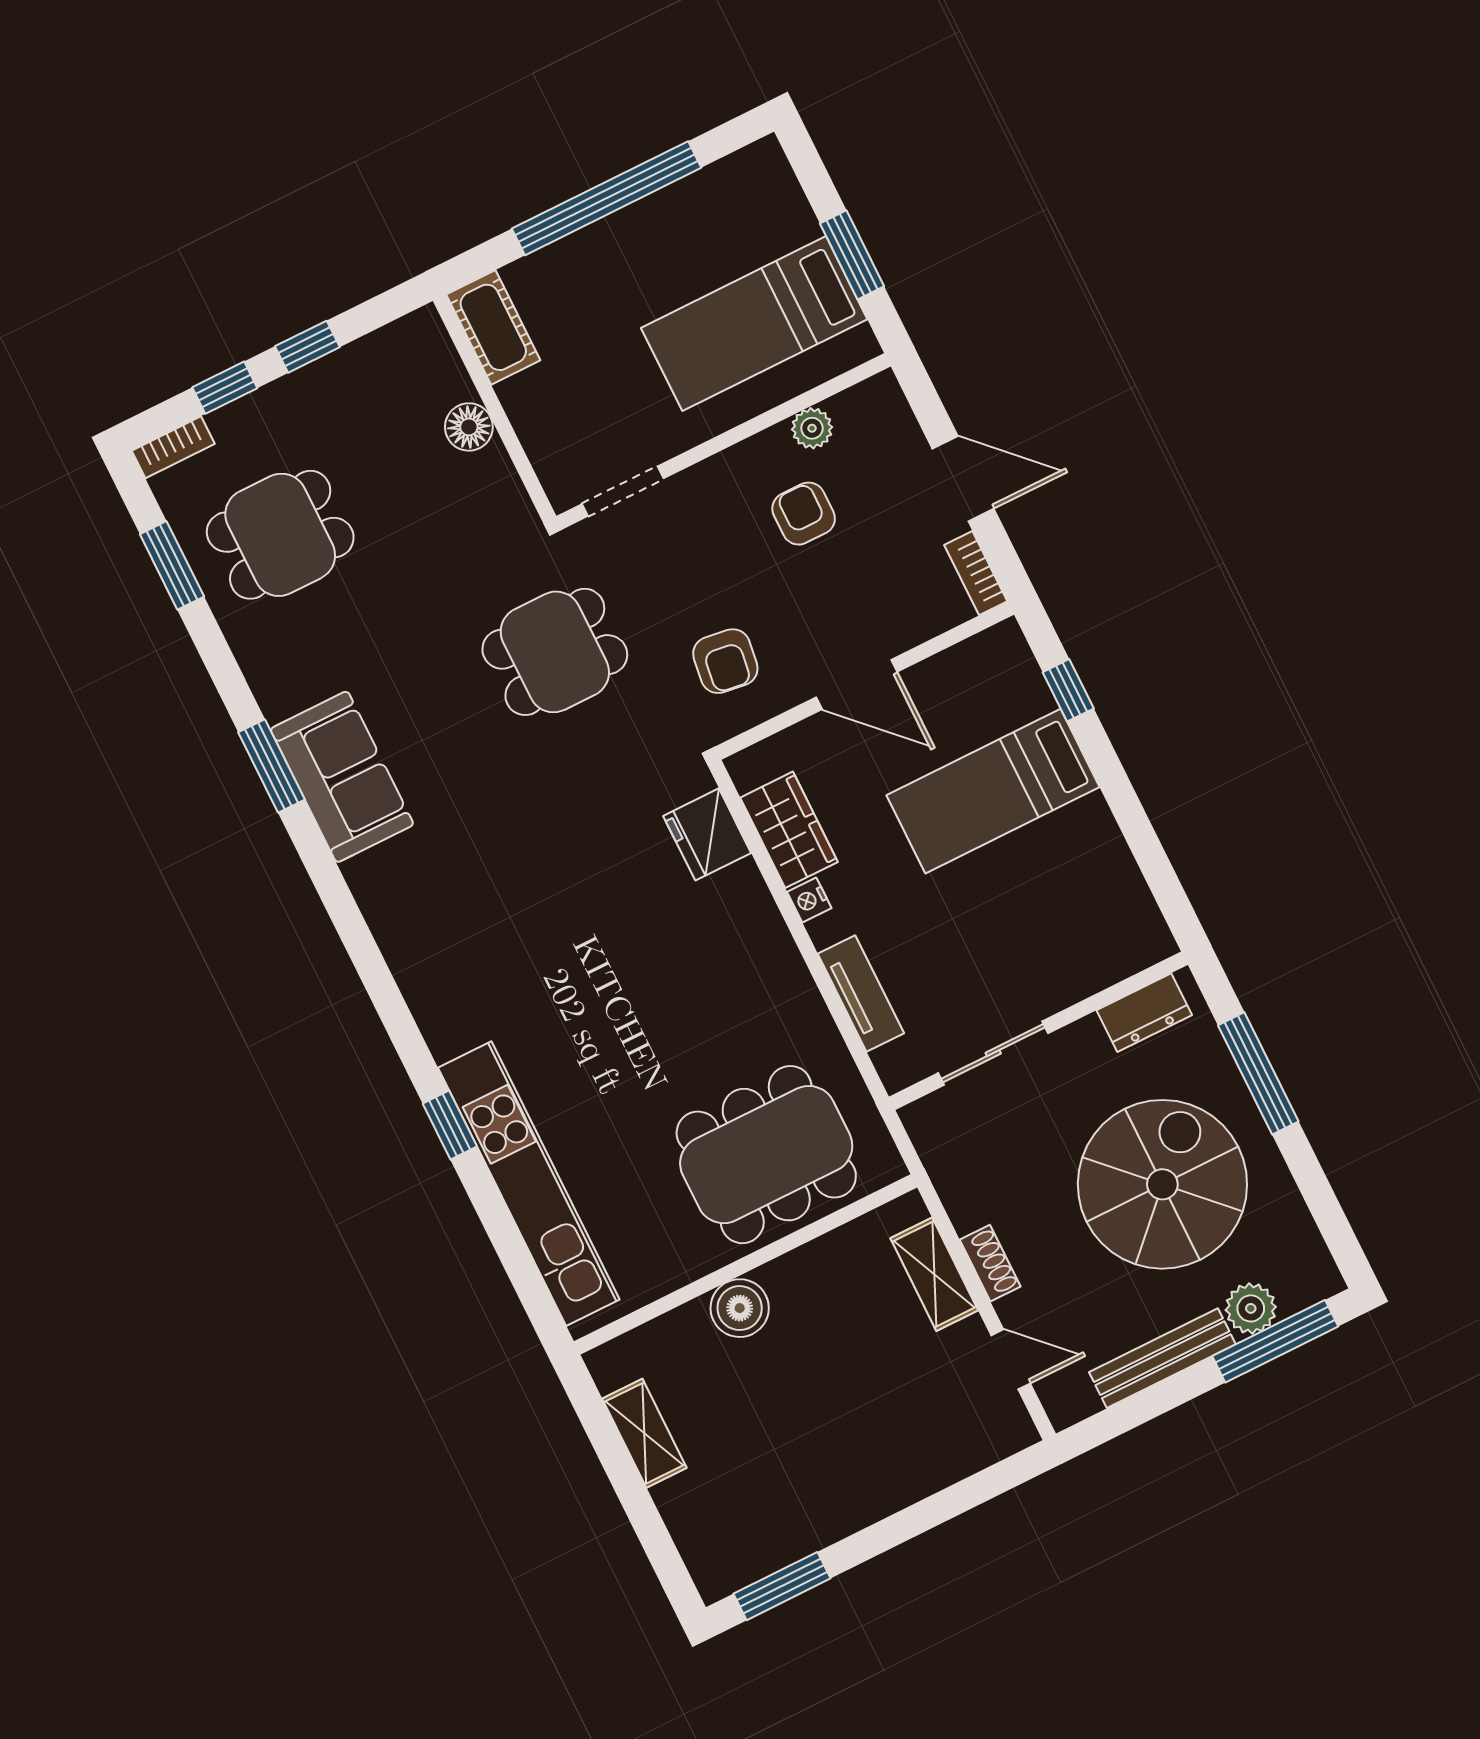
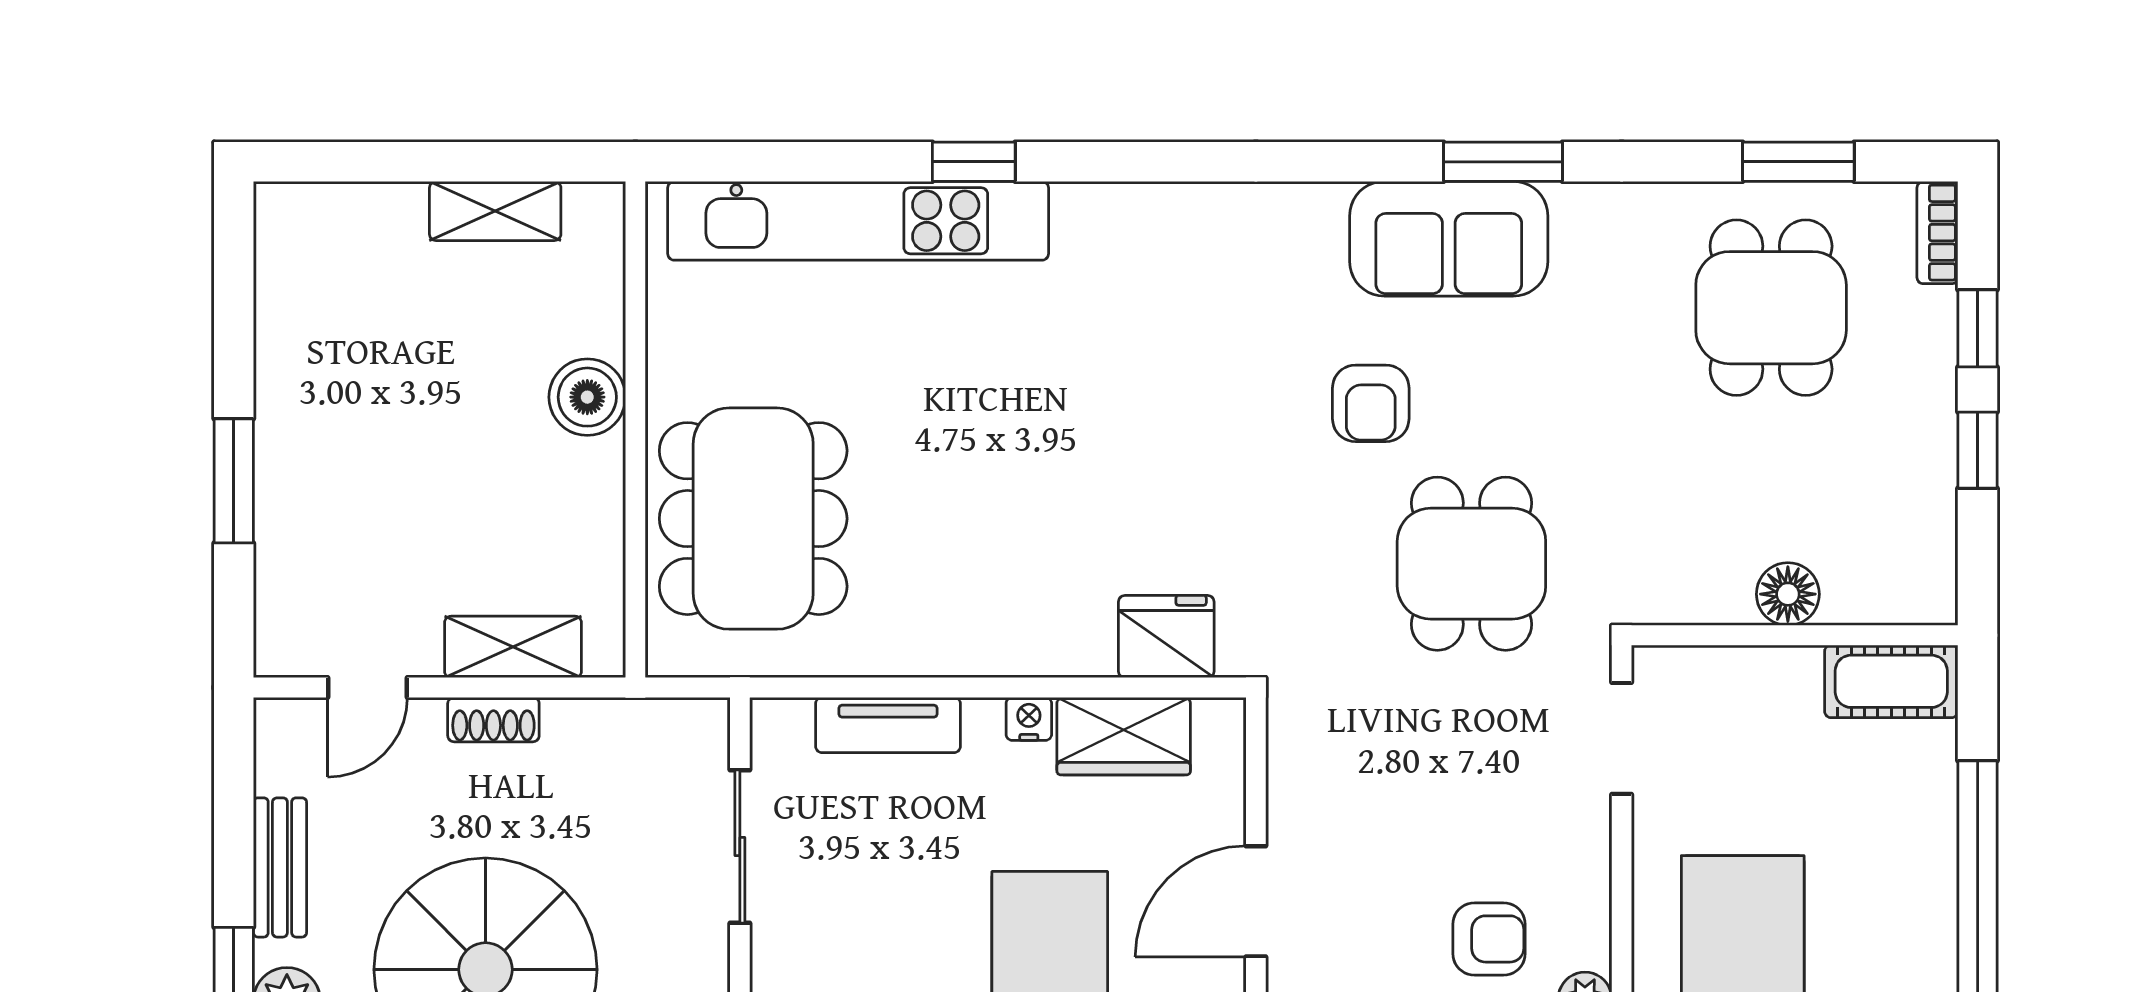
armchair: (725, 661) -> (1371, 403), moved, turned -98
bench: (1162, 1358) -> (280, 867), width x0.73
window: (782, 1586) -> (234, 481), moved

